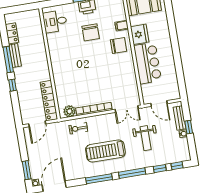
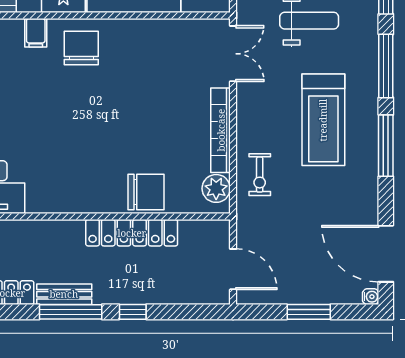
chair: (91, 32) -> (146, 192), moved
locker: (49, 101) -> (132, 233), moved
window: (27, 170) -> (309, 312), moved

